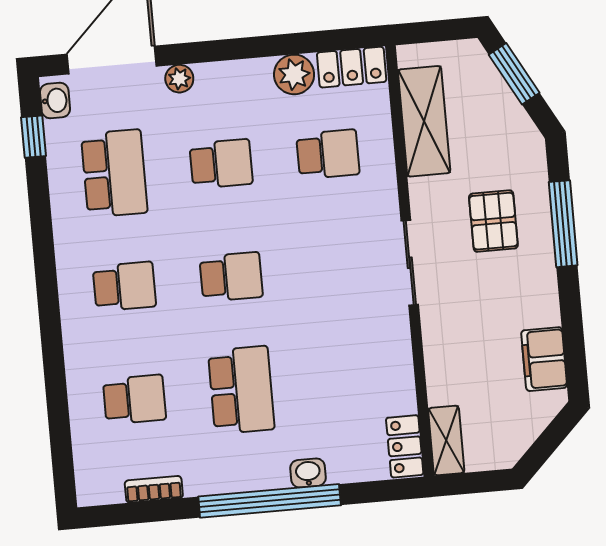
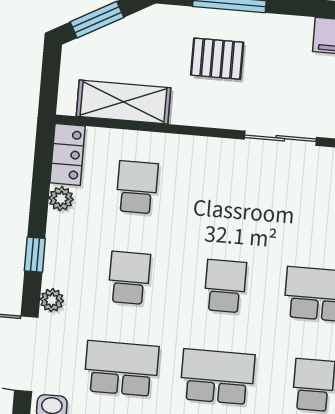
window: (229, 50) -> (35, 255), added
plant: (294, 74) -> (61, 199), width x0.73, depth x0.73
sliding door: (410, 263) -> (280, 138), moved
school desk: (124, 286) -> (217, 377), width x1.85

